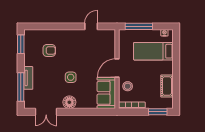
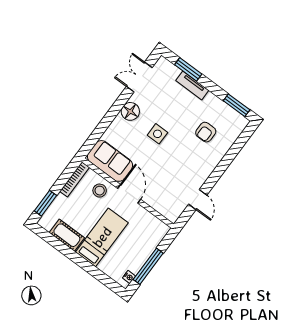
window: (139, 26) -> (148, 266), moved
bed: (153, 51) -> (102, 237), moved
window: (21, 87) -> (188, 69), width x0.69

